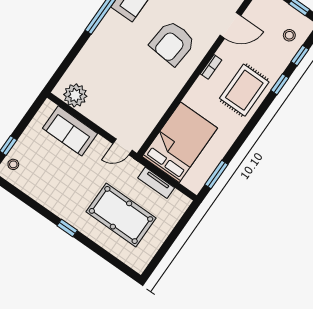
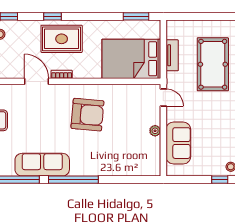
door: (230, 25) -> (37, 81), moved
armchair: (172, 43) -> (87, 115), moved
window: (280, 84) -> (53, 16), moved
plant: (75, 95) -> (155, 131), moved, width x0.53, depth x0.53

